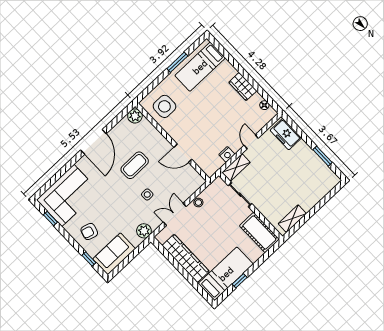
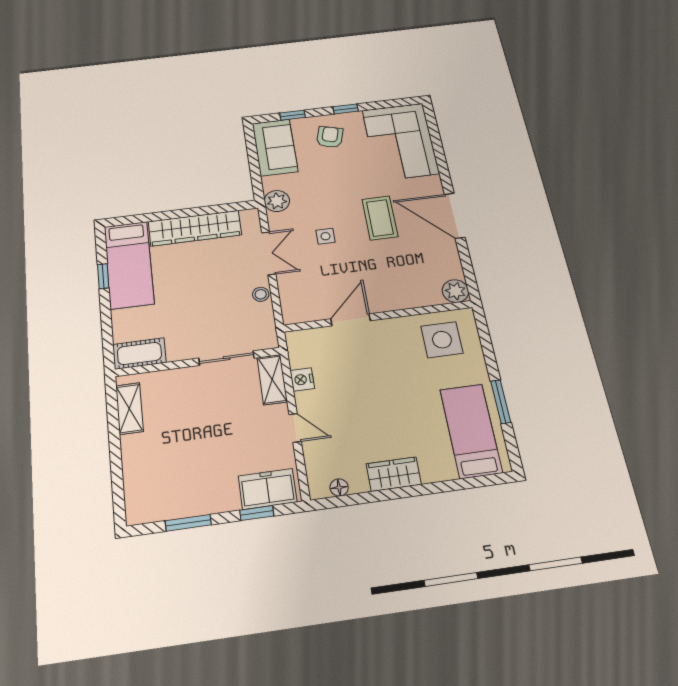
window: (299, 131) -> (257, 513), added
coffee table: (135, 165) -> (380, 218), moved
window: (50, 218) -> (346, 109), moved
cot: (259, 232) -> (139, 354), width x0.73, depth x0.75

